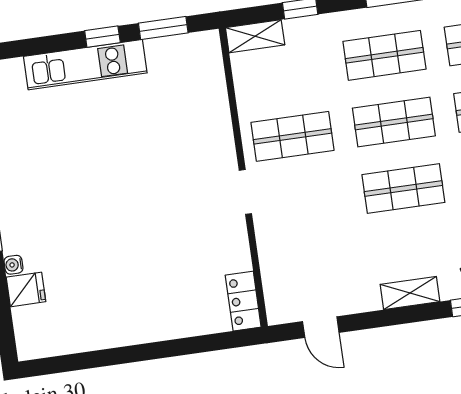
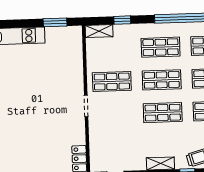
window: (102, 37) -> (25, 23), removed

